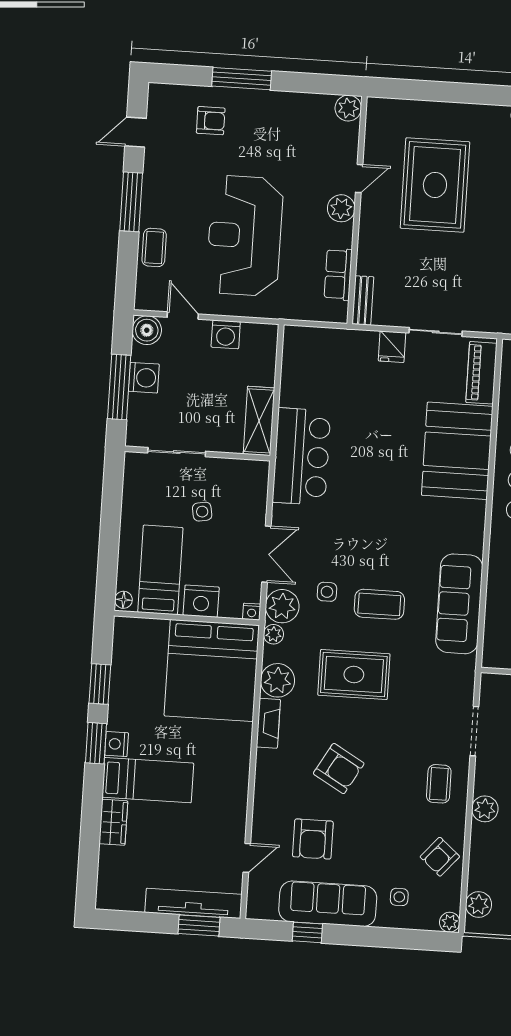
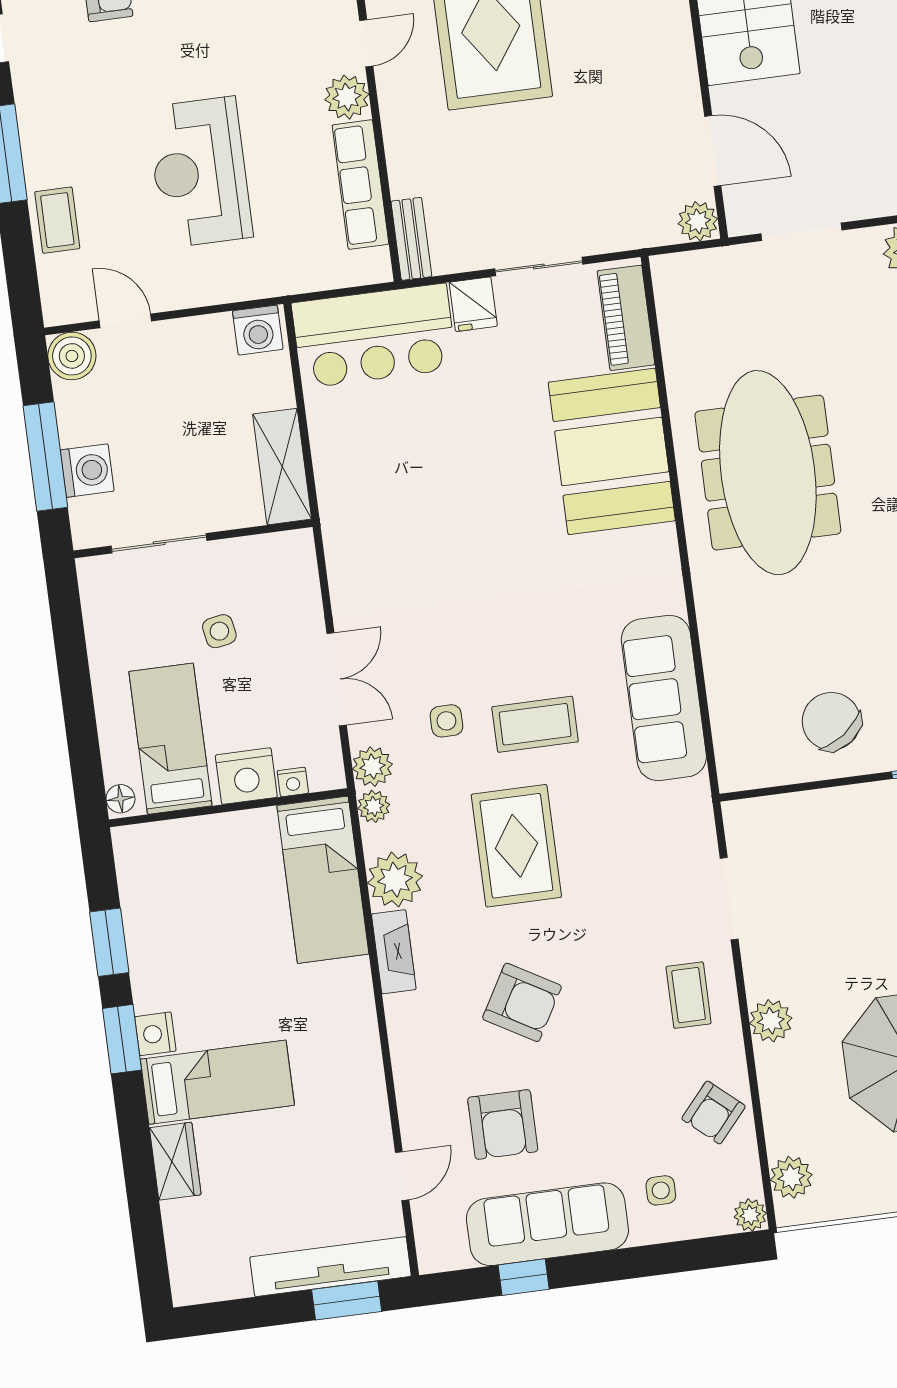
reception desk: (245, 236) -> (200, 172), width x0.74, depth x0.77
row of seats: (338, 274) -> (360, 185), width x1.48
washing machine: (226, 334) -> (258, 330), moved
washing machine: (144, 378) -> (87, 471), moved
bar counter: (302, 456) -> (374, 336), moved, turned 90
plant: (282, 606) -> (372, 767), width x0.73, depth x0.73
nightstand: (252, 612) -> (293, 782), moved
bed: (212, 670) -> (323, 880), width x0.49
rug: (354, 674) -> (516, 846), turned 90

